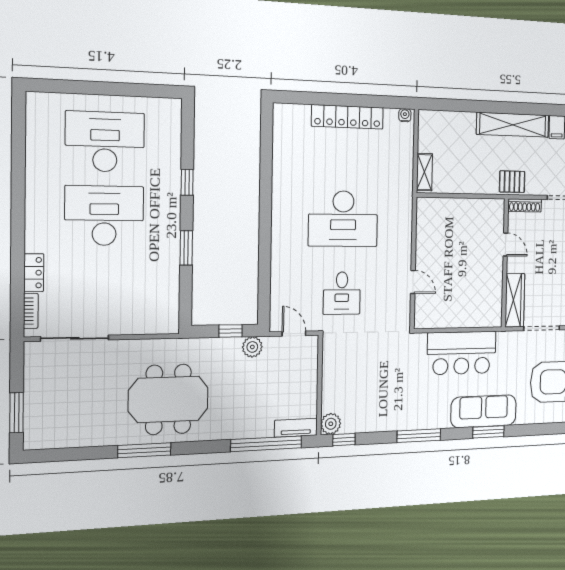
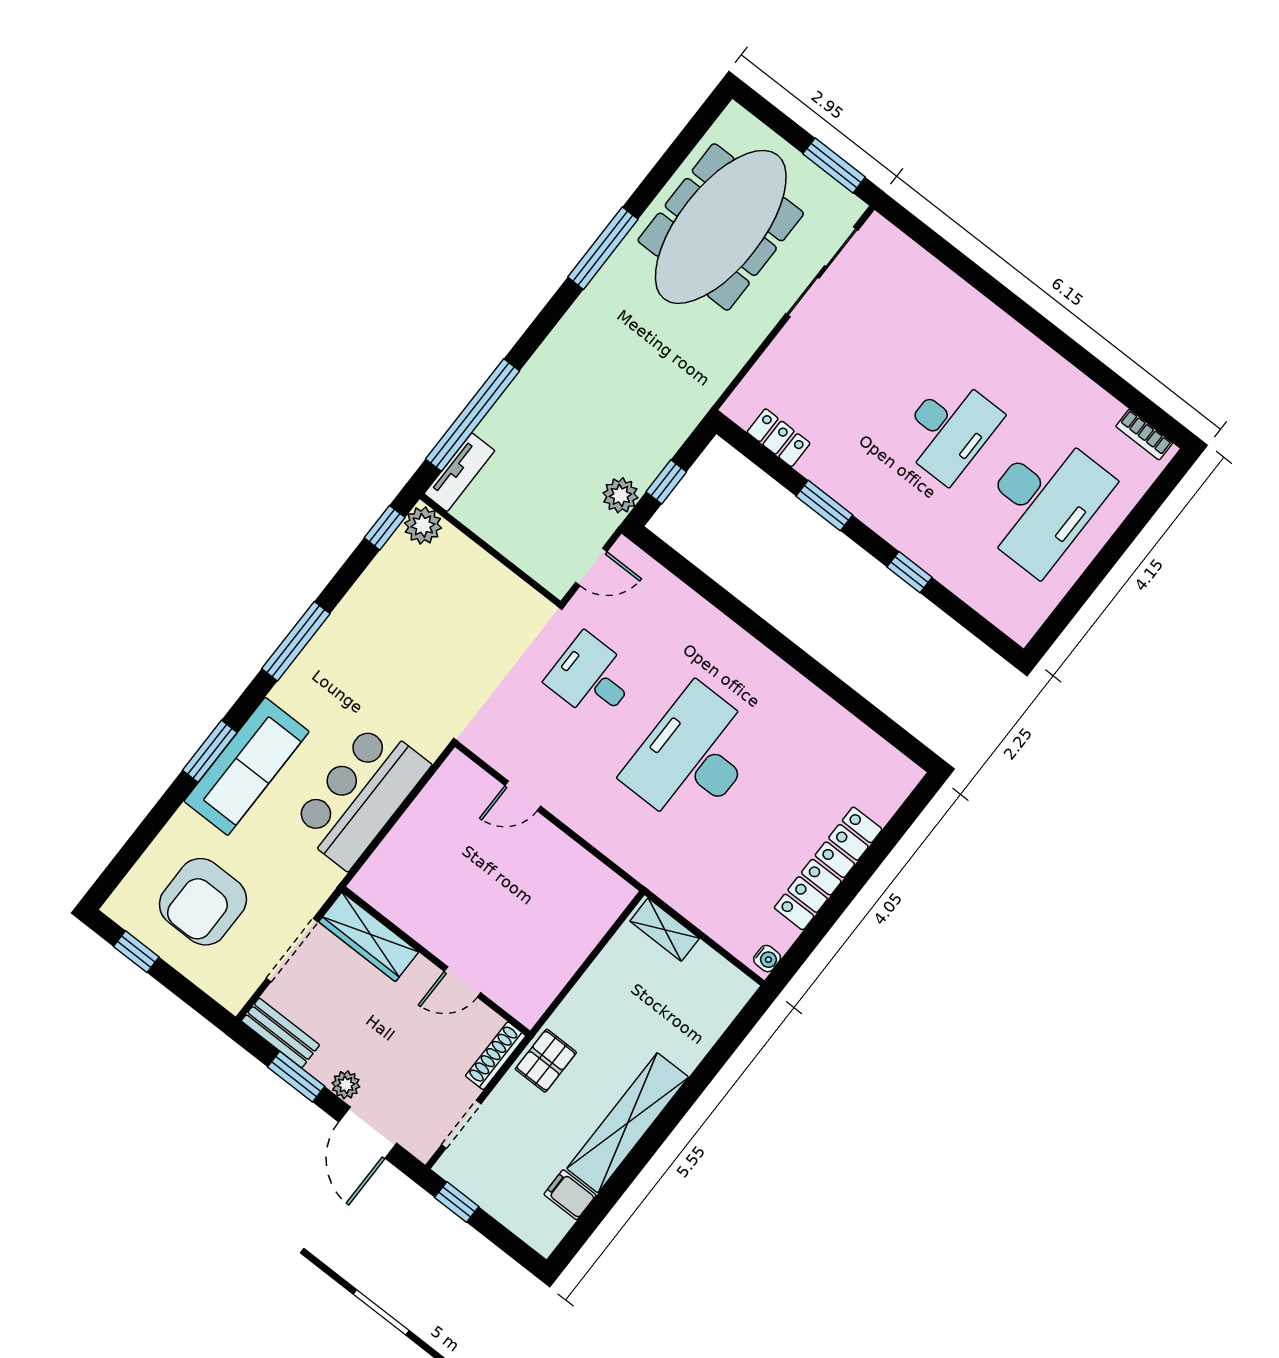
desk: (104, 216) -> (949, 429), width x0.73, depth x0.77
locker: (34, 273) -> (779, 438), moved, turned 180
bookcase: (31, 311) -> (1144, 435), moved
meeting table: (168, 399) -> (721, 227), moved, width x1.36
window: (17, 413) -> (834, 165), moved

